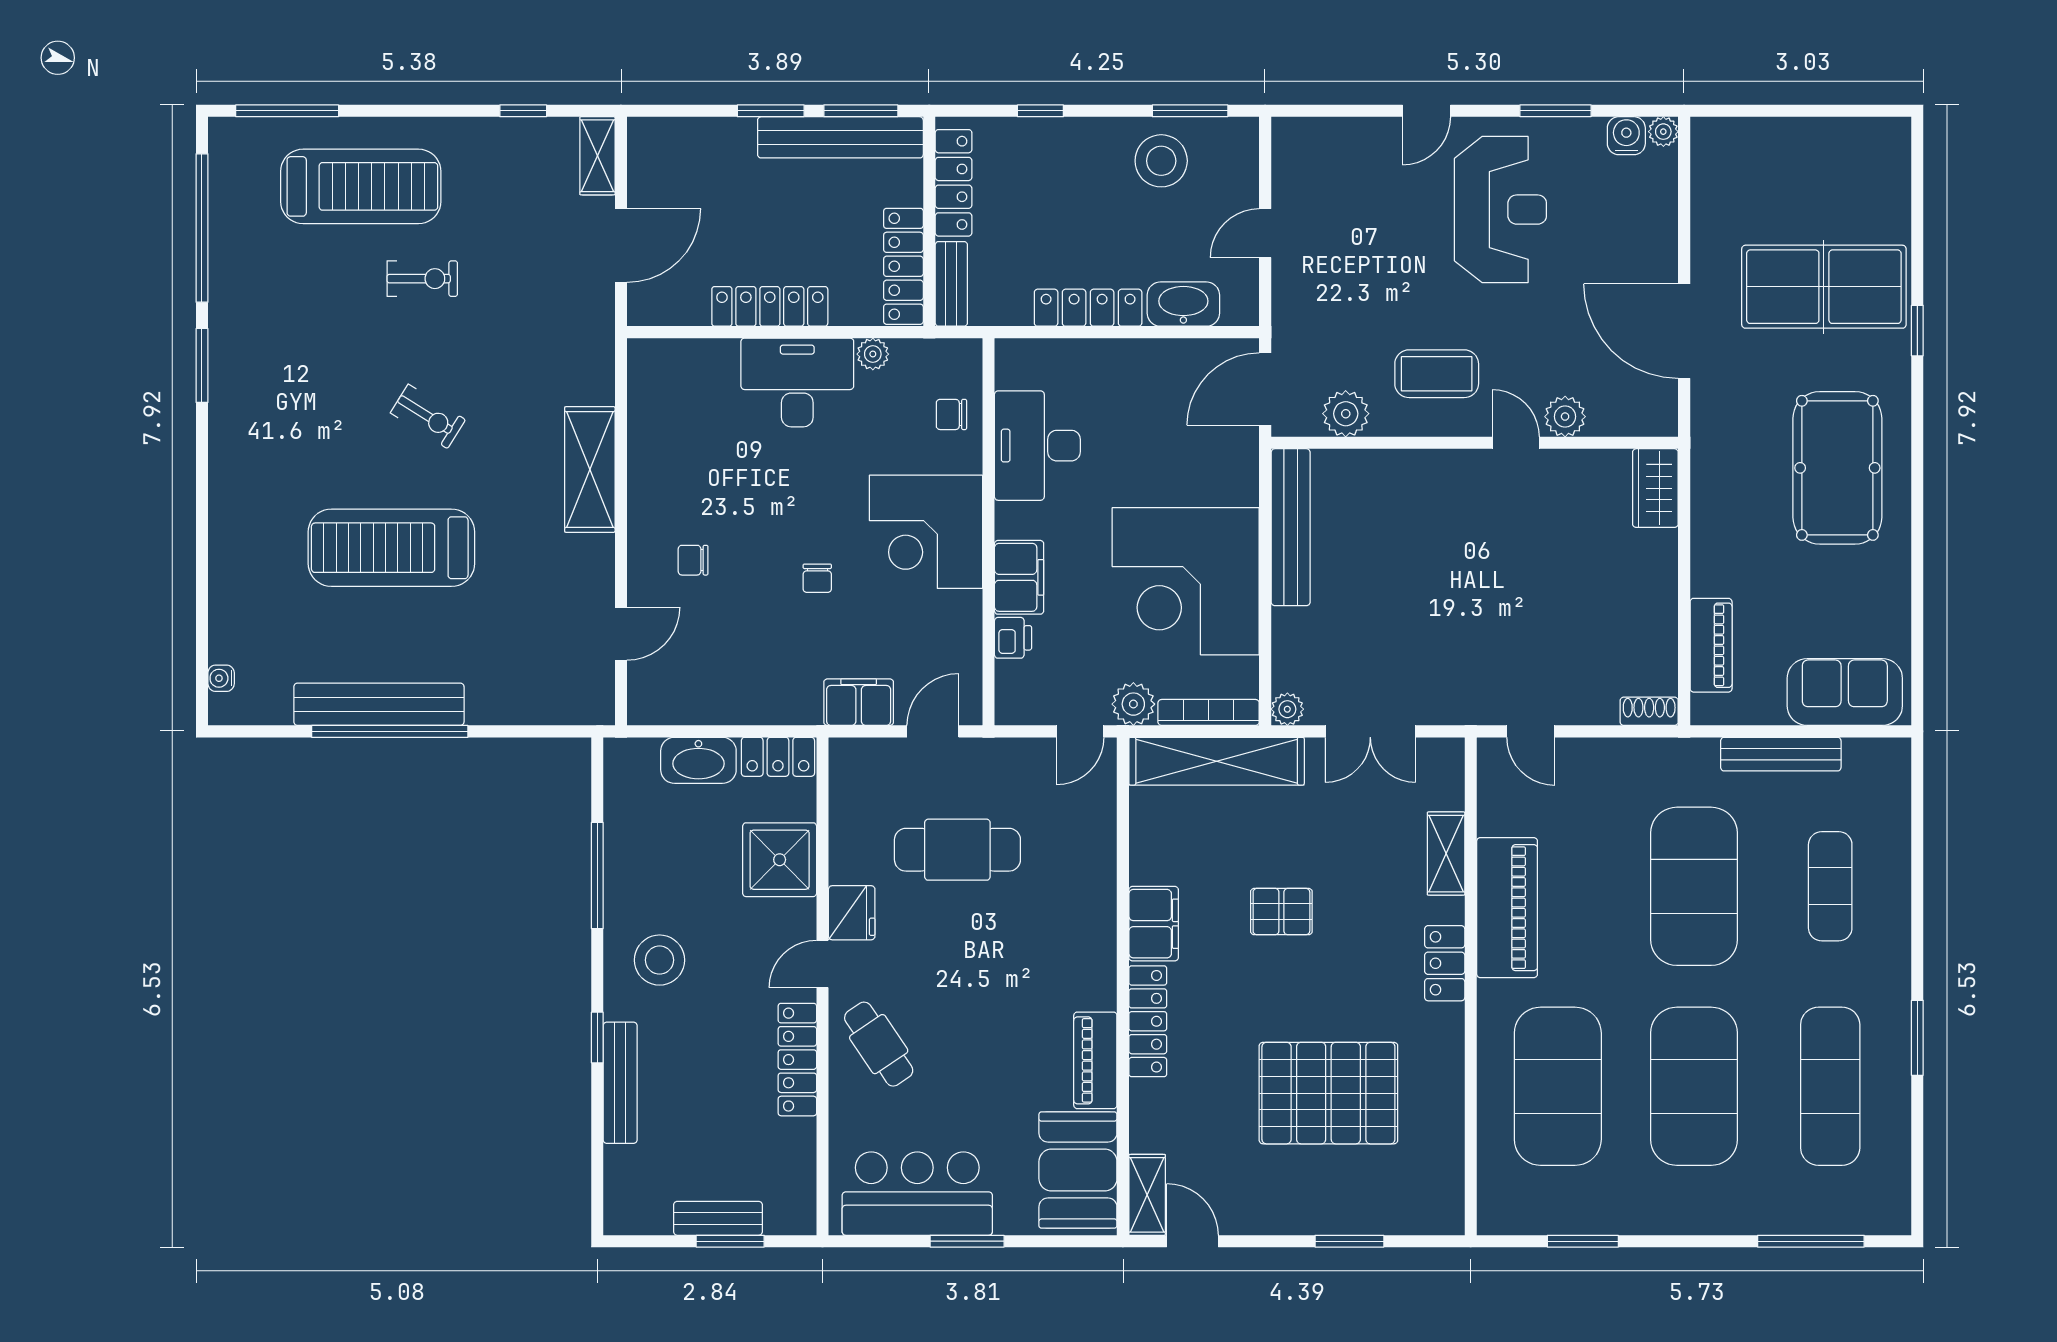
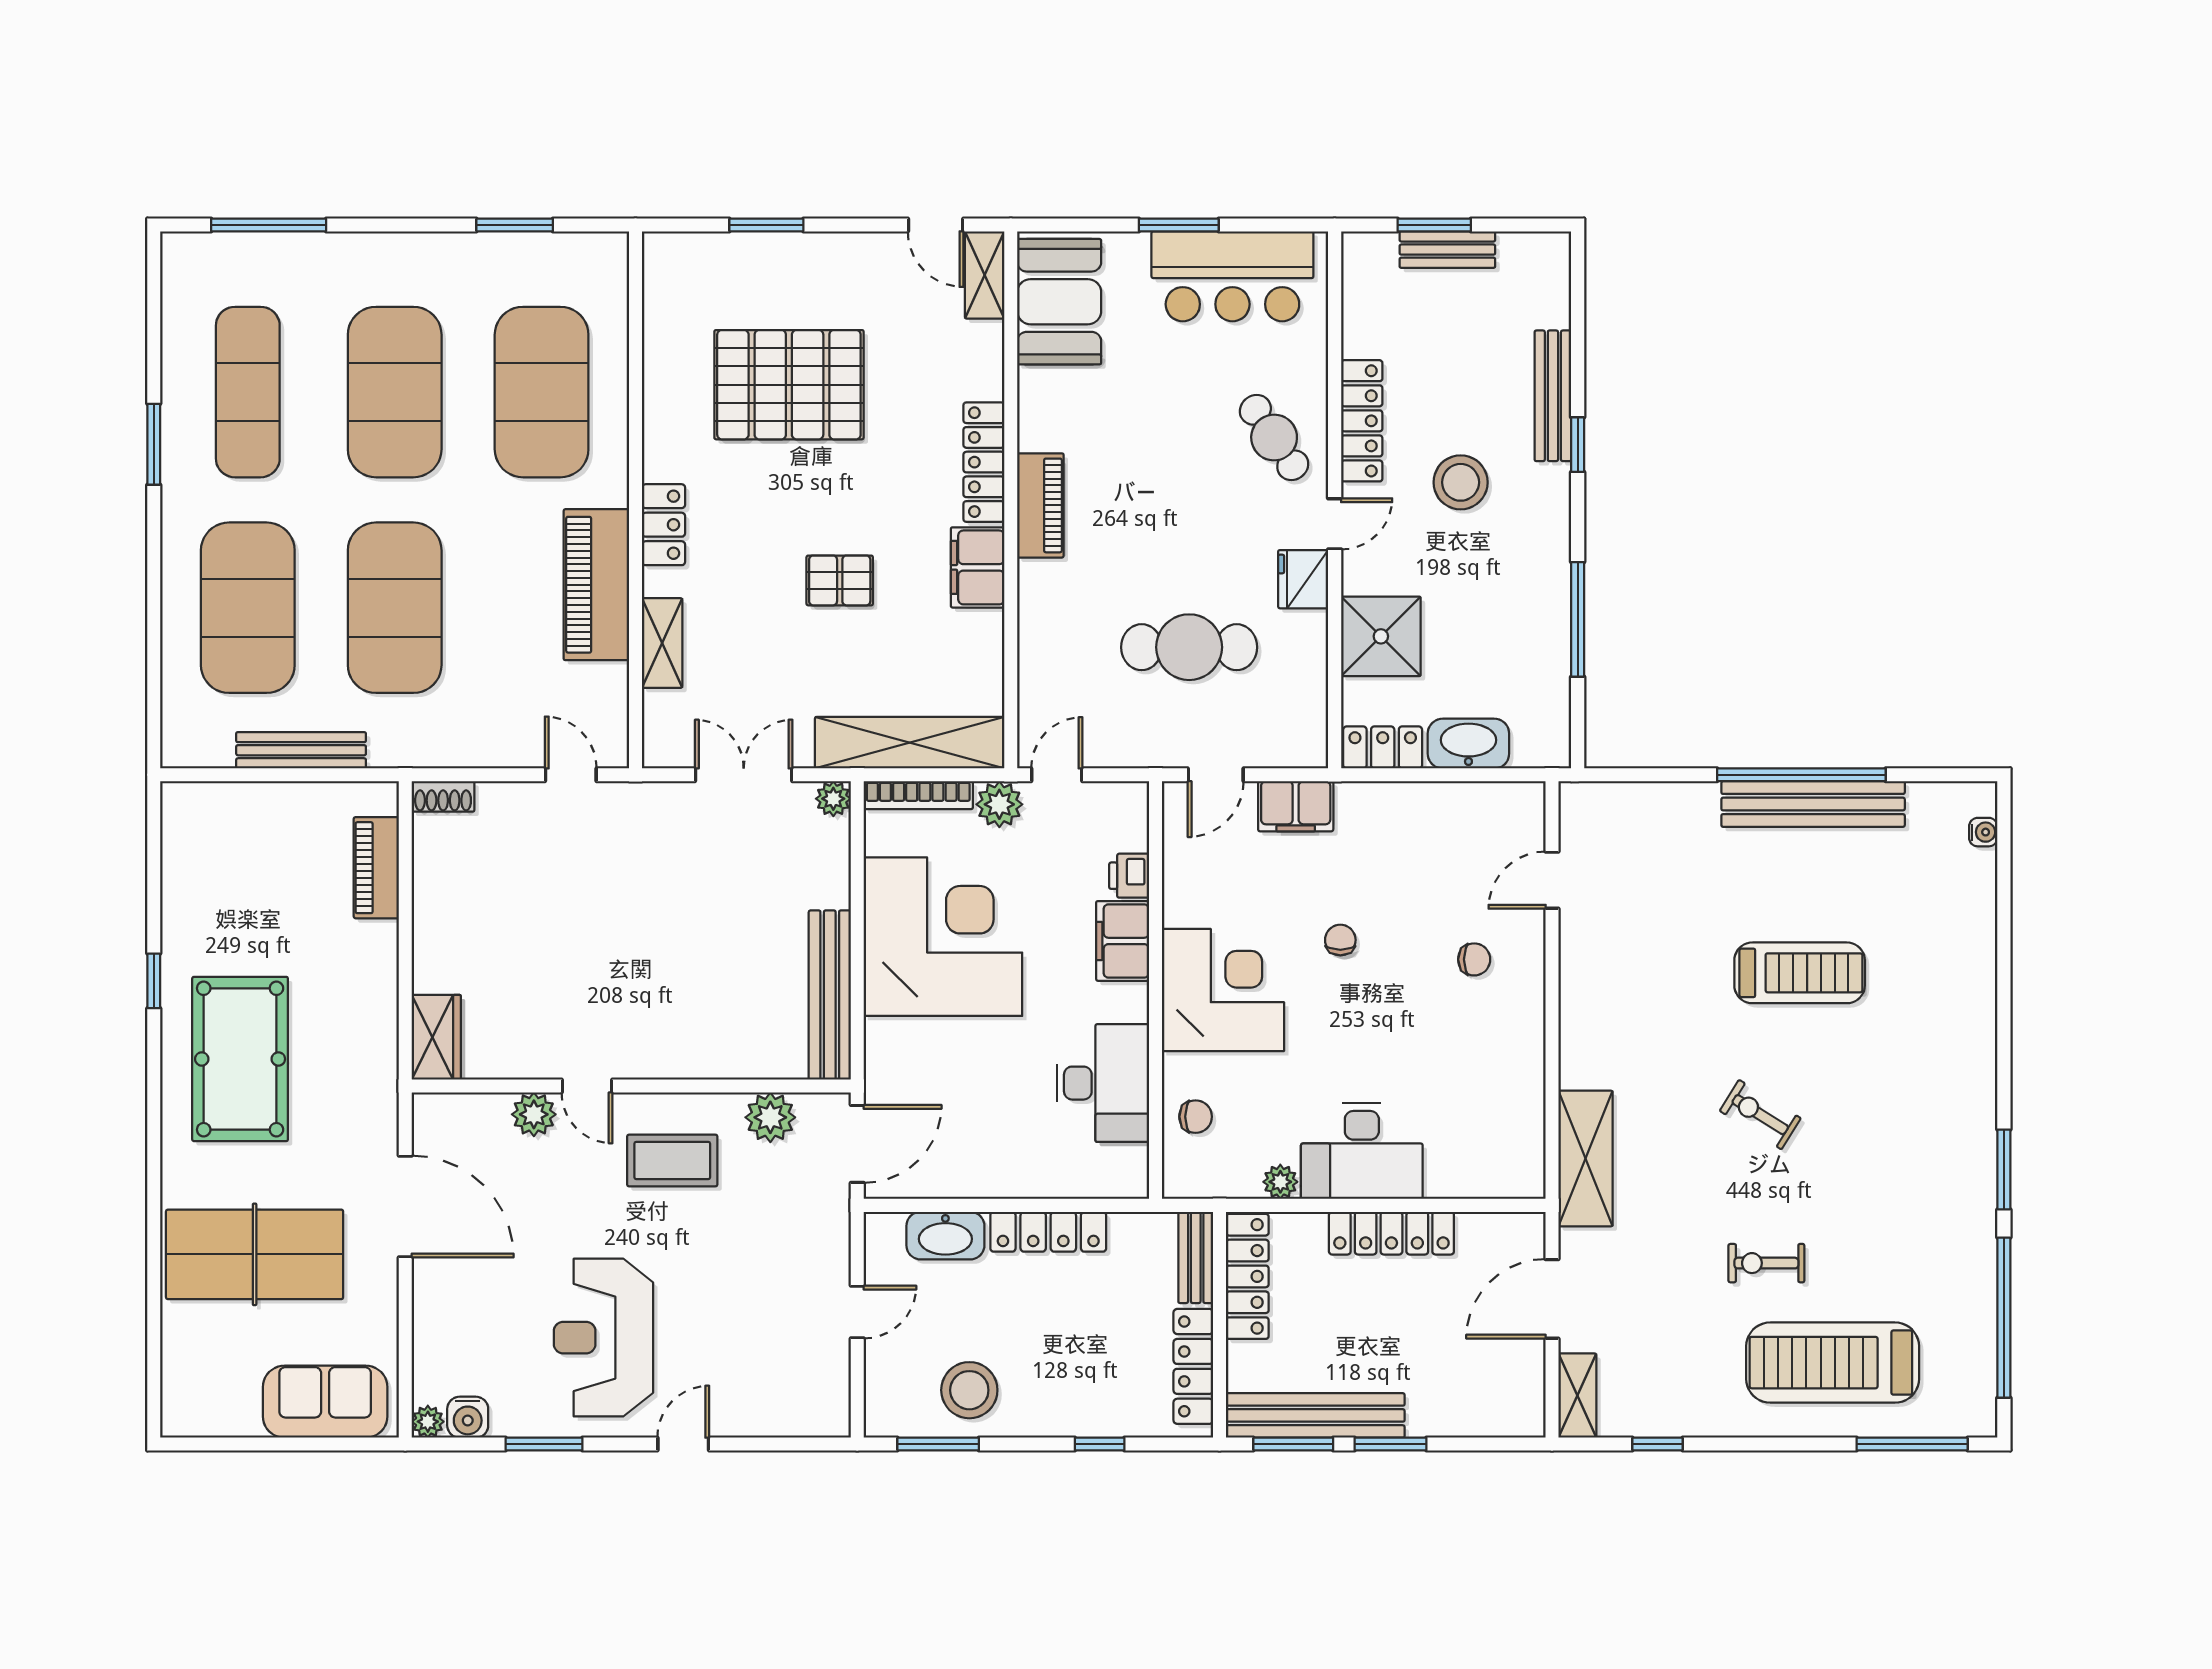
window: (1917, 331) -> (154, 981), moved
shelving: (590, 469) -> (1586, 1159), moved
treadmill: (391, 548) -> (1800, 973), width x0.73, depth x0.73
sofa: (1845, 692) -> (325, 1402), moved, turned 180
exercise mat: (1830, 886) -> (248, 608), width x2.00, depth x1.45
stool: (660, 960) -> (1461, 482), moved
piano: (1095, 1060) -> (1040, 505), moved

